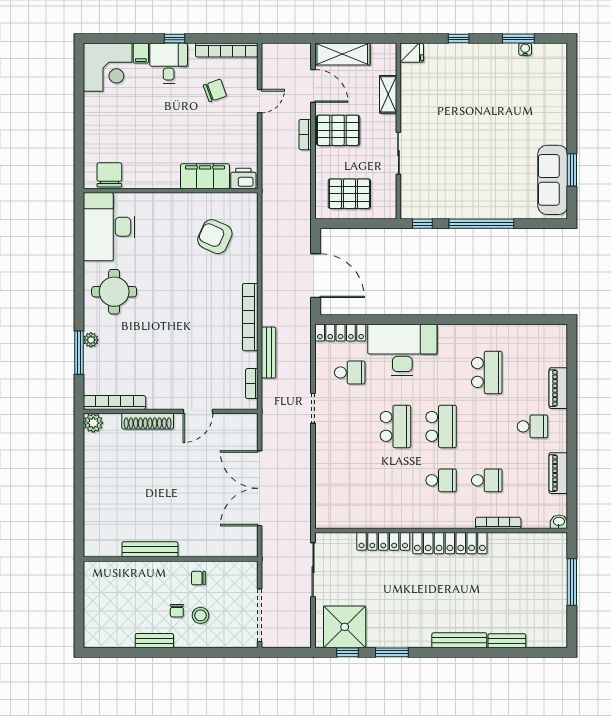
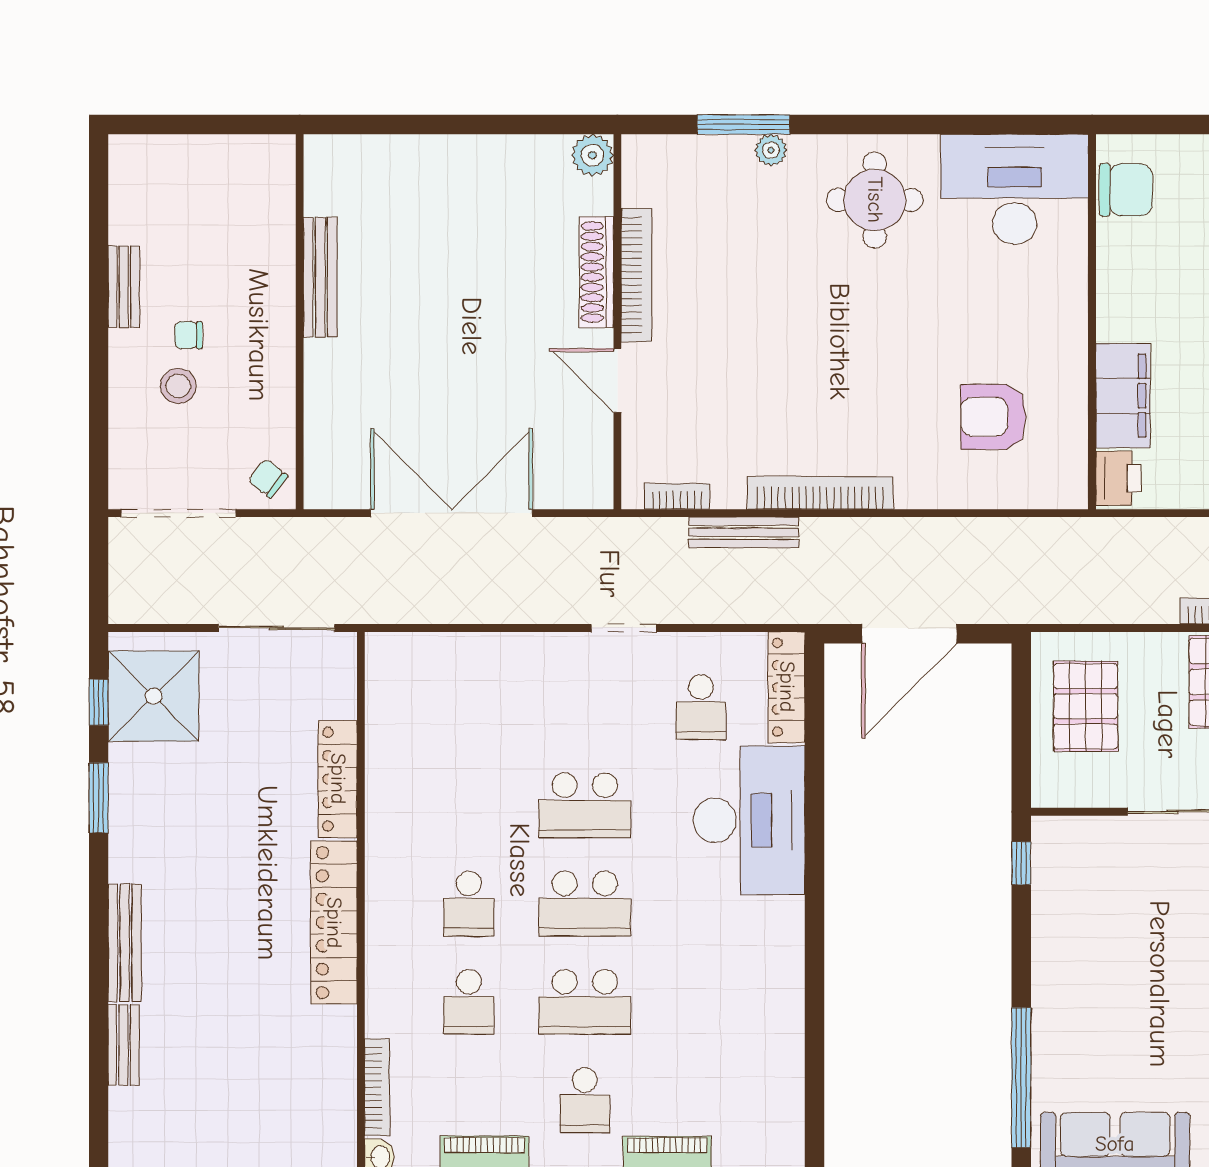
window: (481, 224) -> (1021, 1078), moved
armchair: (215, 237) -> (993, 417), turned -114
school desk: (487, 372) -> (585, 1002), moved
bookcase: (115, 402) -> (636, 275), moved
bookcase: (498, 523) -> (377, 1087), moved
chair: (198, 578) -> (268, 478), moved, turned -52

